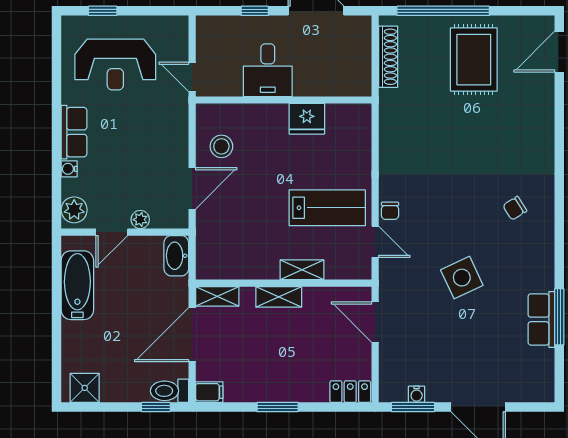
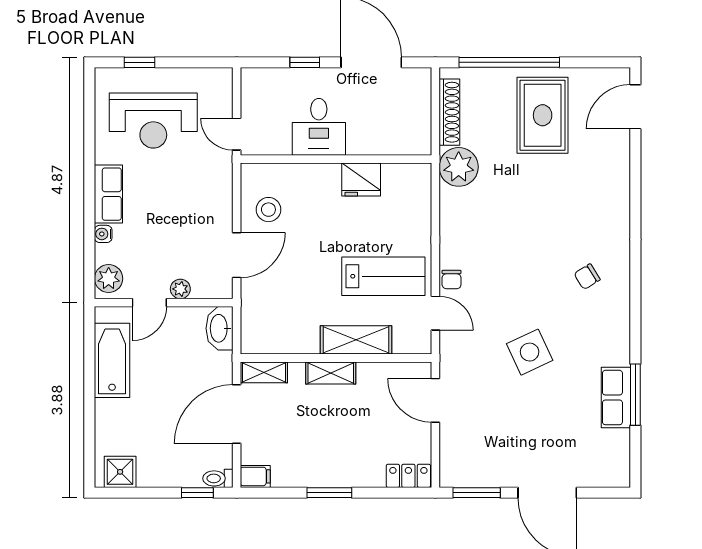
plant: (397, 107) -> (459, 167), added
shelving: (302, 270) -> (356, 340), width x1.50, depth x1.33
toilet: (169, 391) -> (218, 478), width x0.73, depth x0.72
water cooler: (417, 394) -> (480, 479), removed

